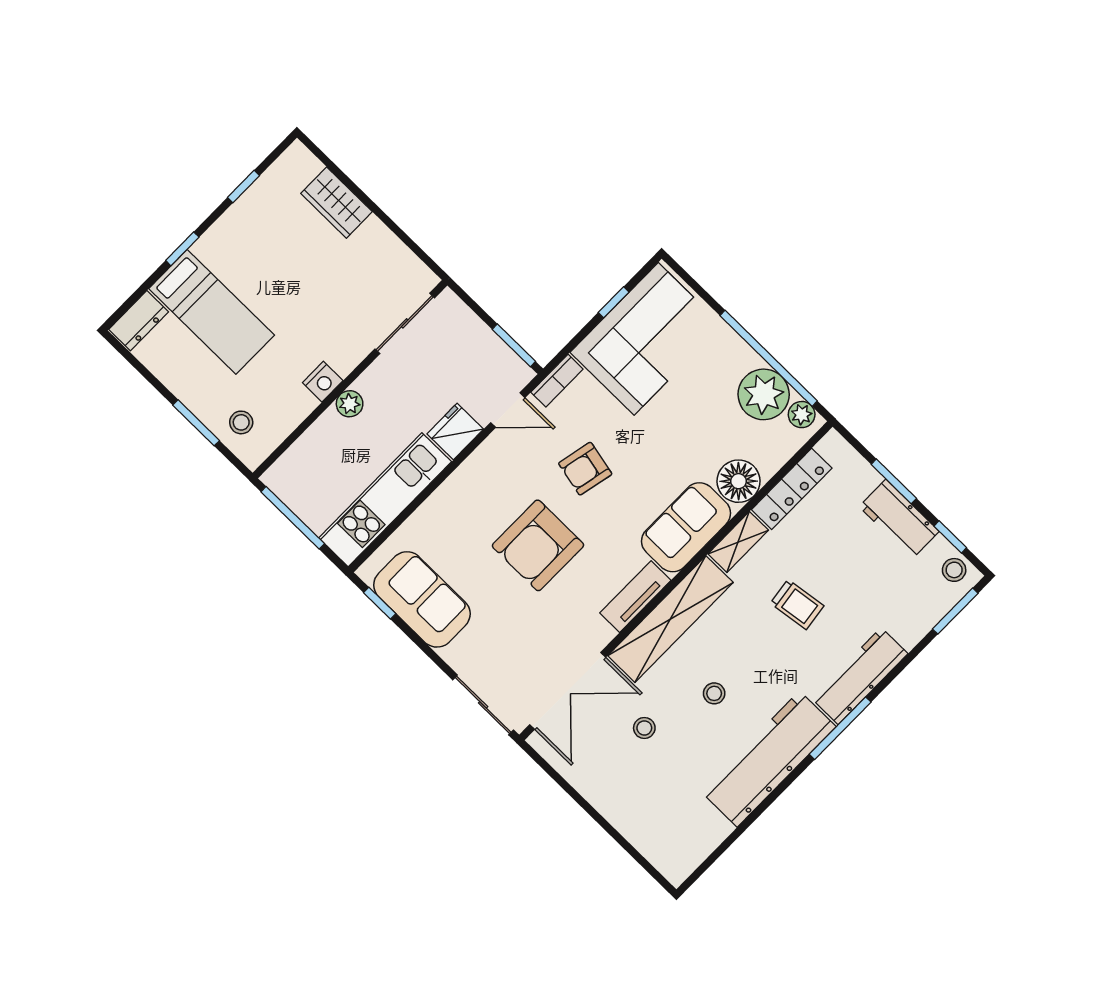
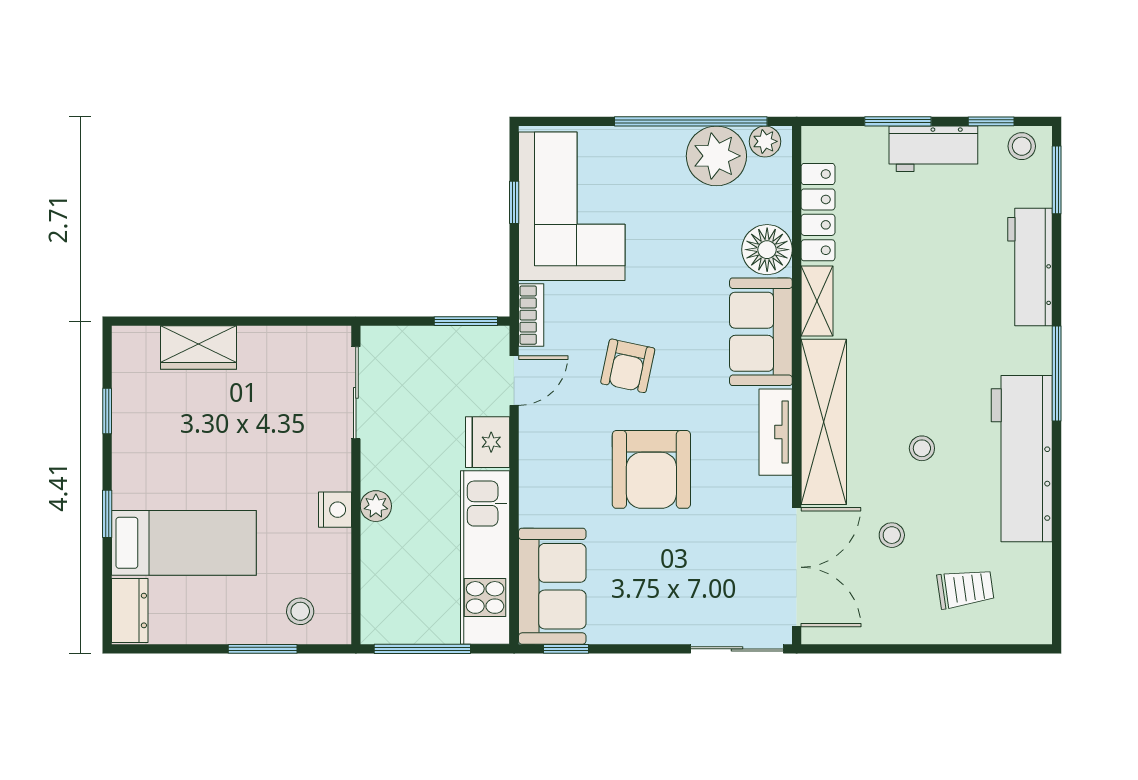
sofa: (422, 599) -> (552, 586), moved, turned 90
trolley: (797, 604) -> (965, 589), moved
workbench: (860, 676) -> (1030, 267), moved

